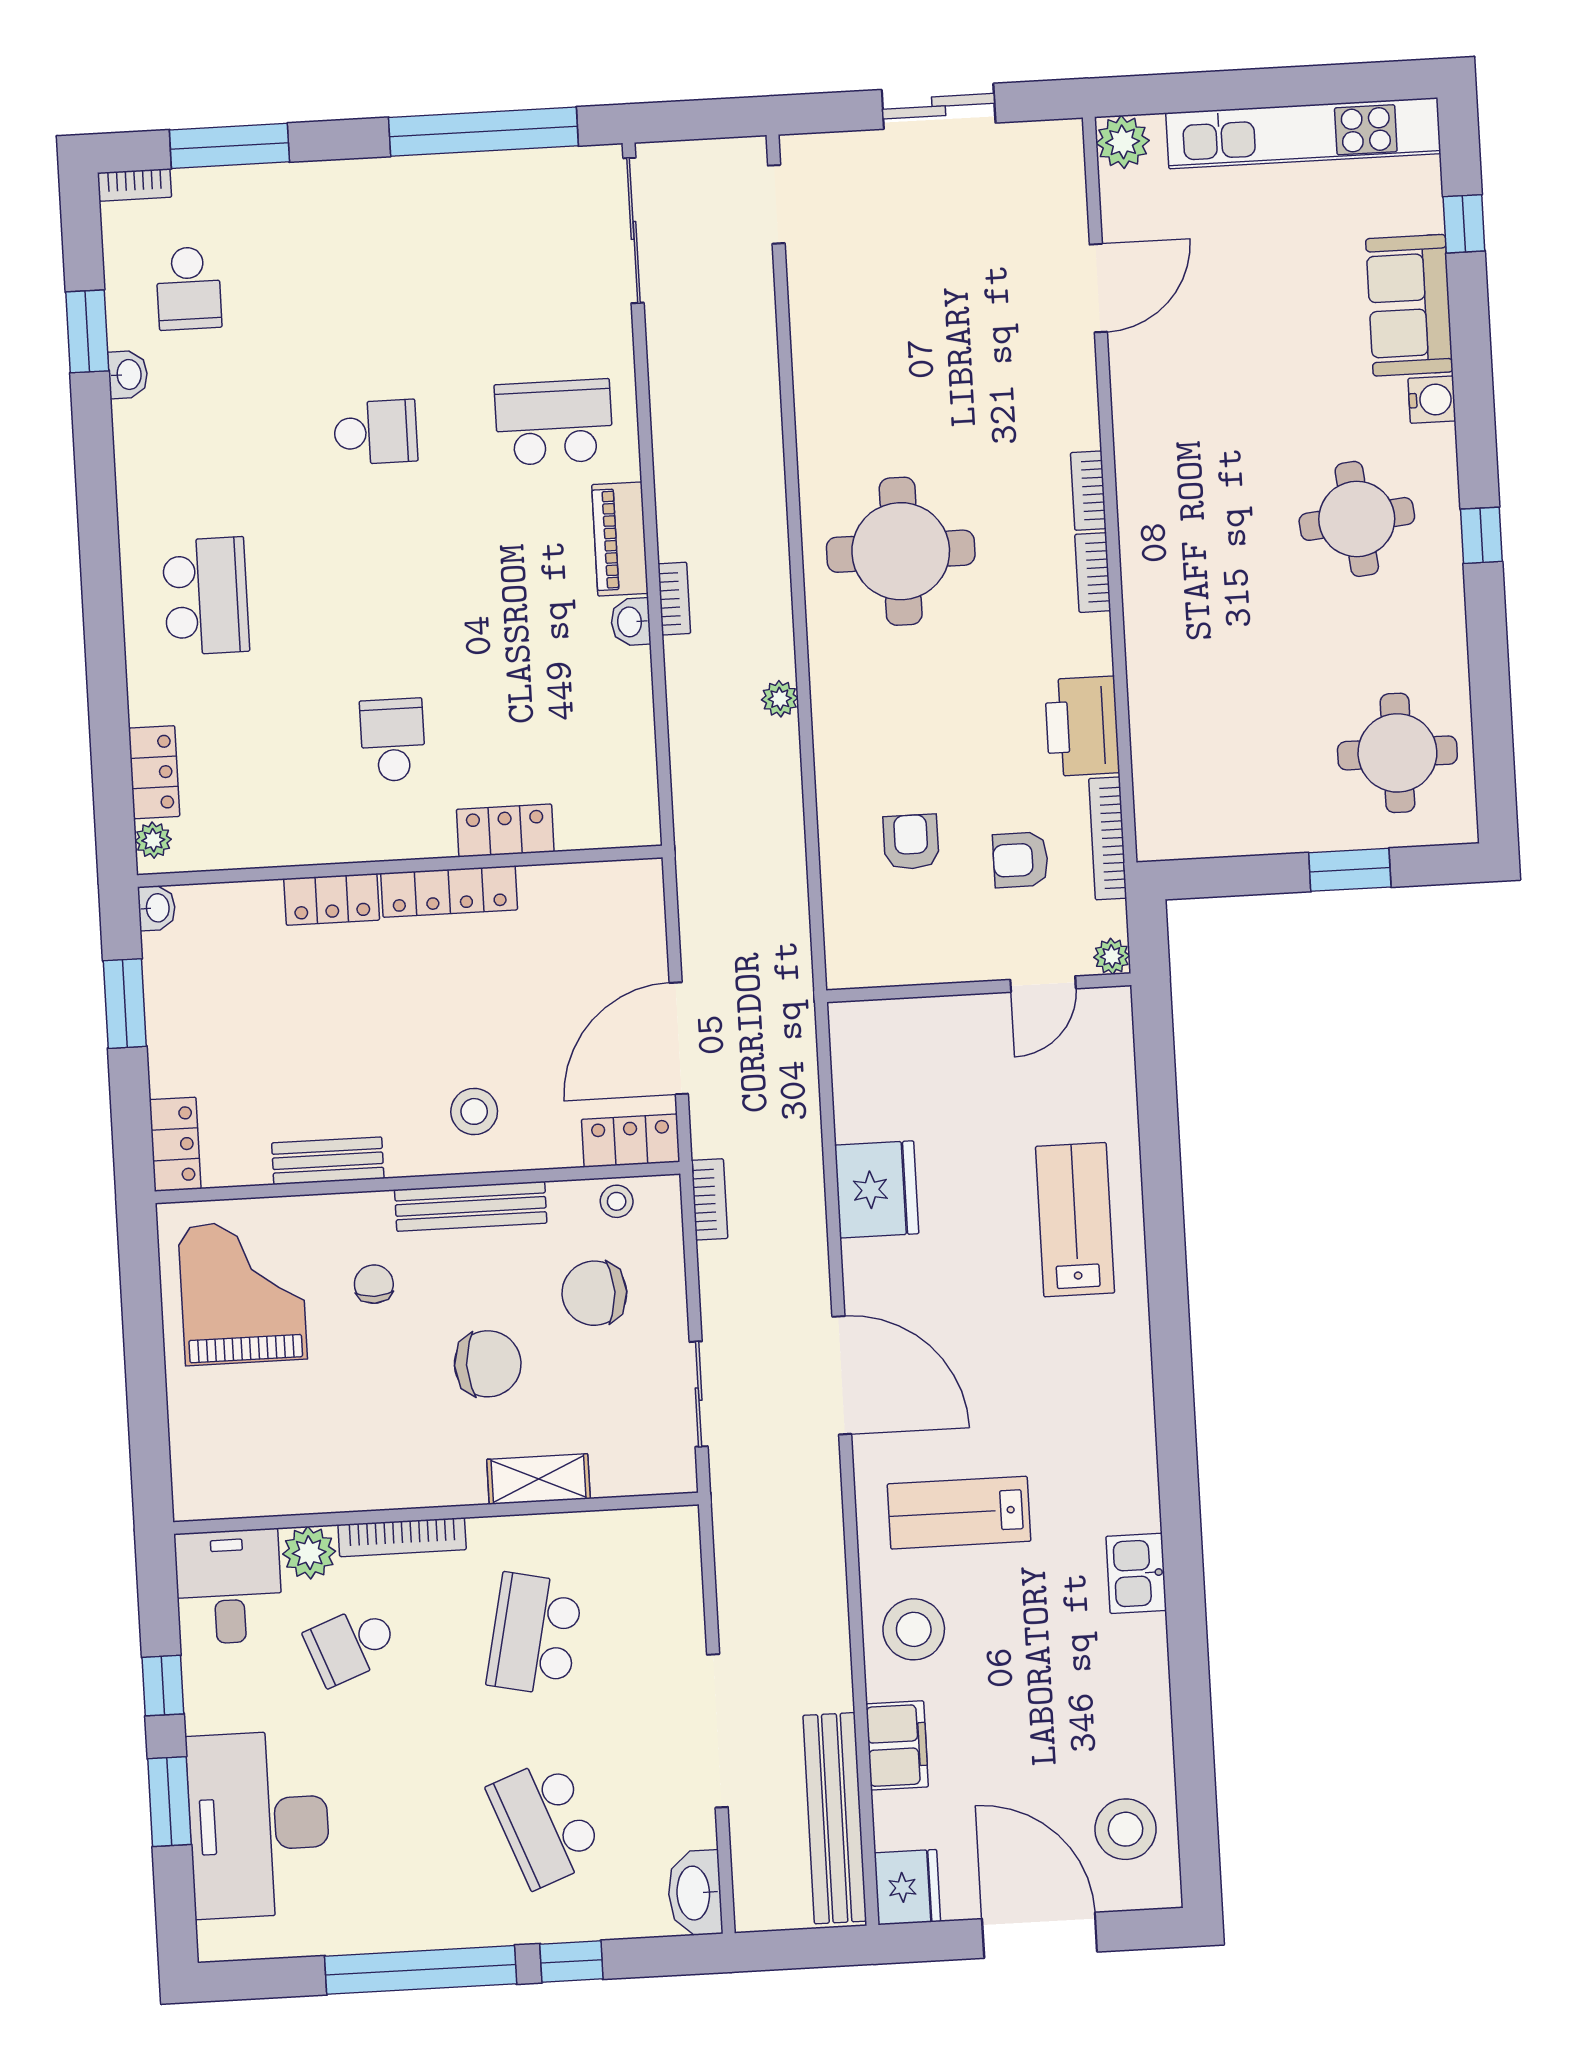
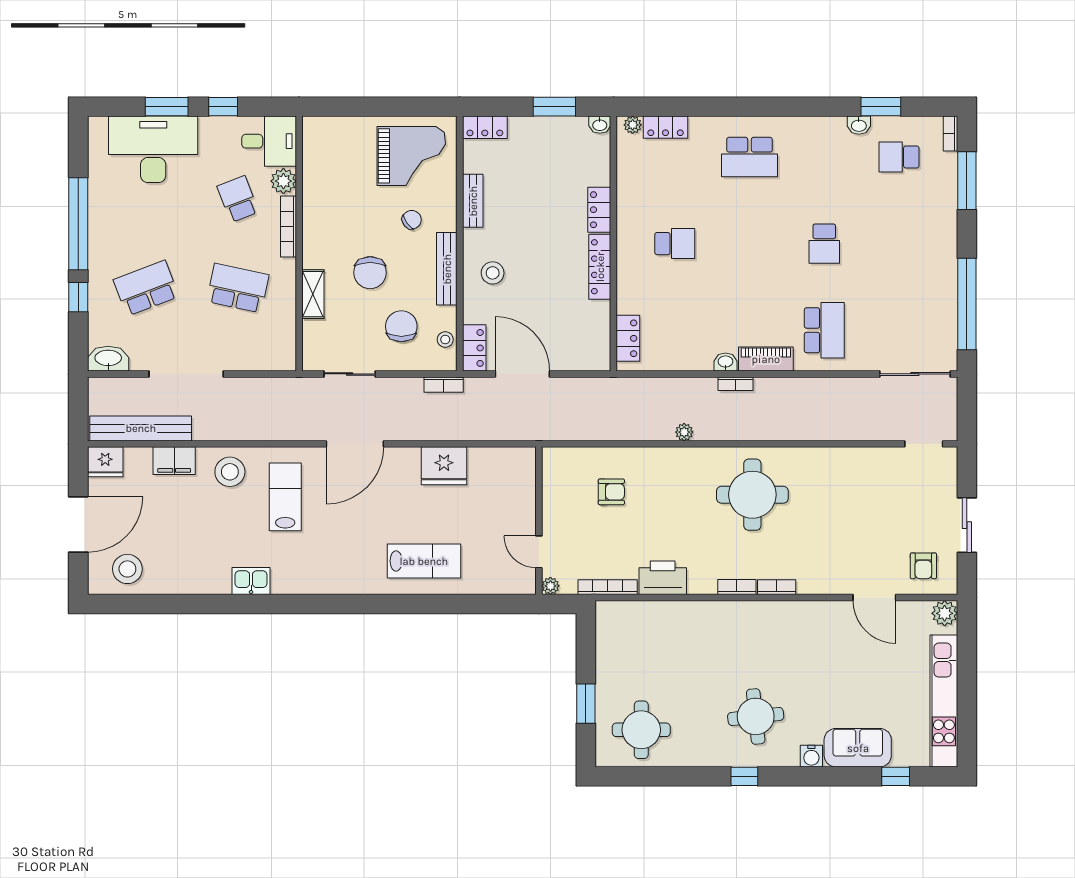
locker: (505, 830) -> (628, 338), moved
armchair: (1021, 860) -> (923, 566), moved, turned 180
chair: (374, 1284) -> (412, 220), turned -36

